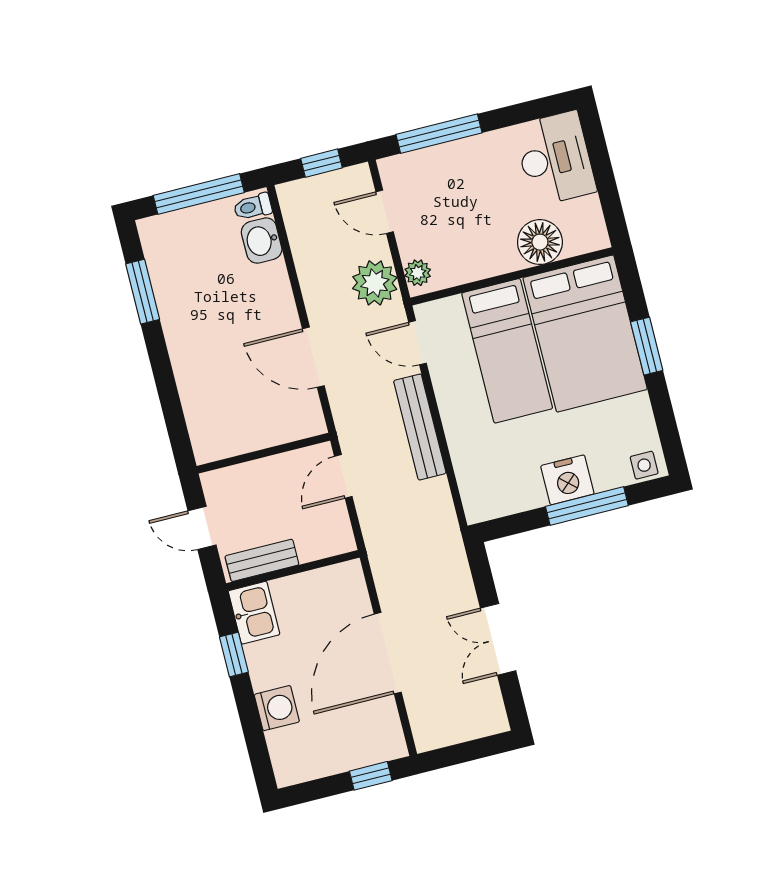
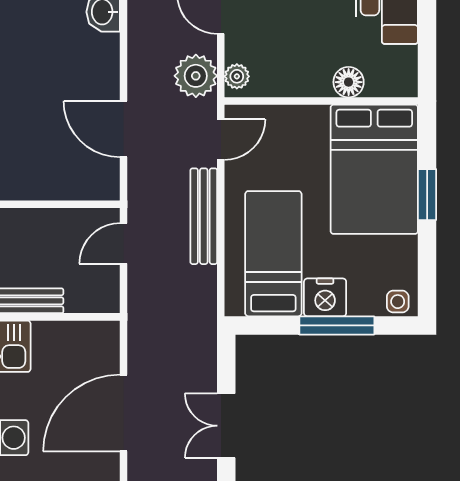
floor lamp: (540, 242) -> (349, 82), width x0.73, depth x0.73
door: (418, 343) -> (221, 140), swing flipped
bed: (507, 351) -> (273, 254), moved, turned 180

